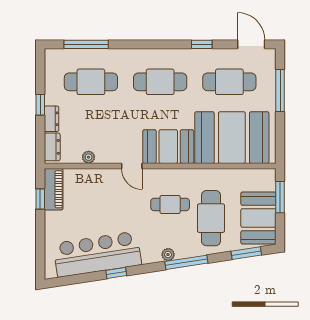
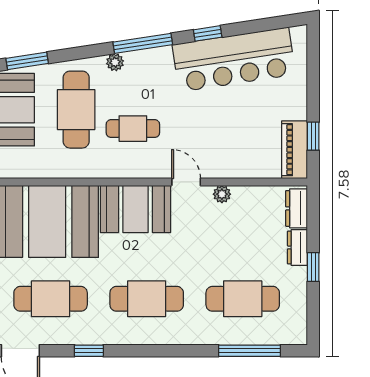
plant: (89, 157) -> (222, 194), moved
plant: (168, 255) -> (115, 62), moved
window: (186, 262) -> (143, 43), moved

